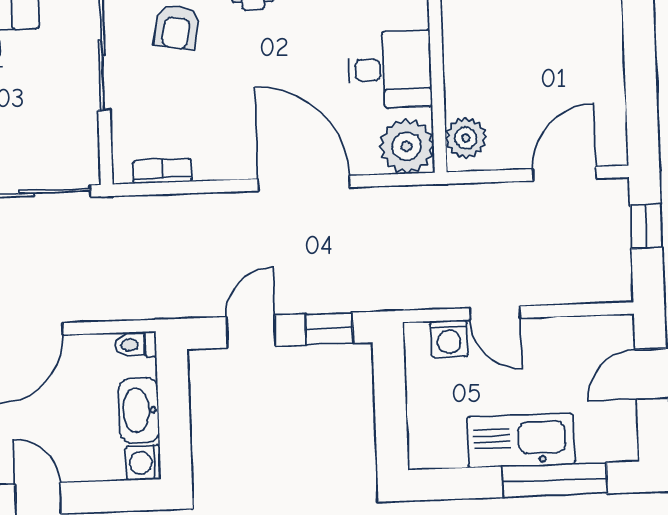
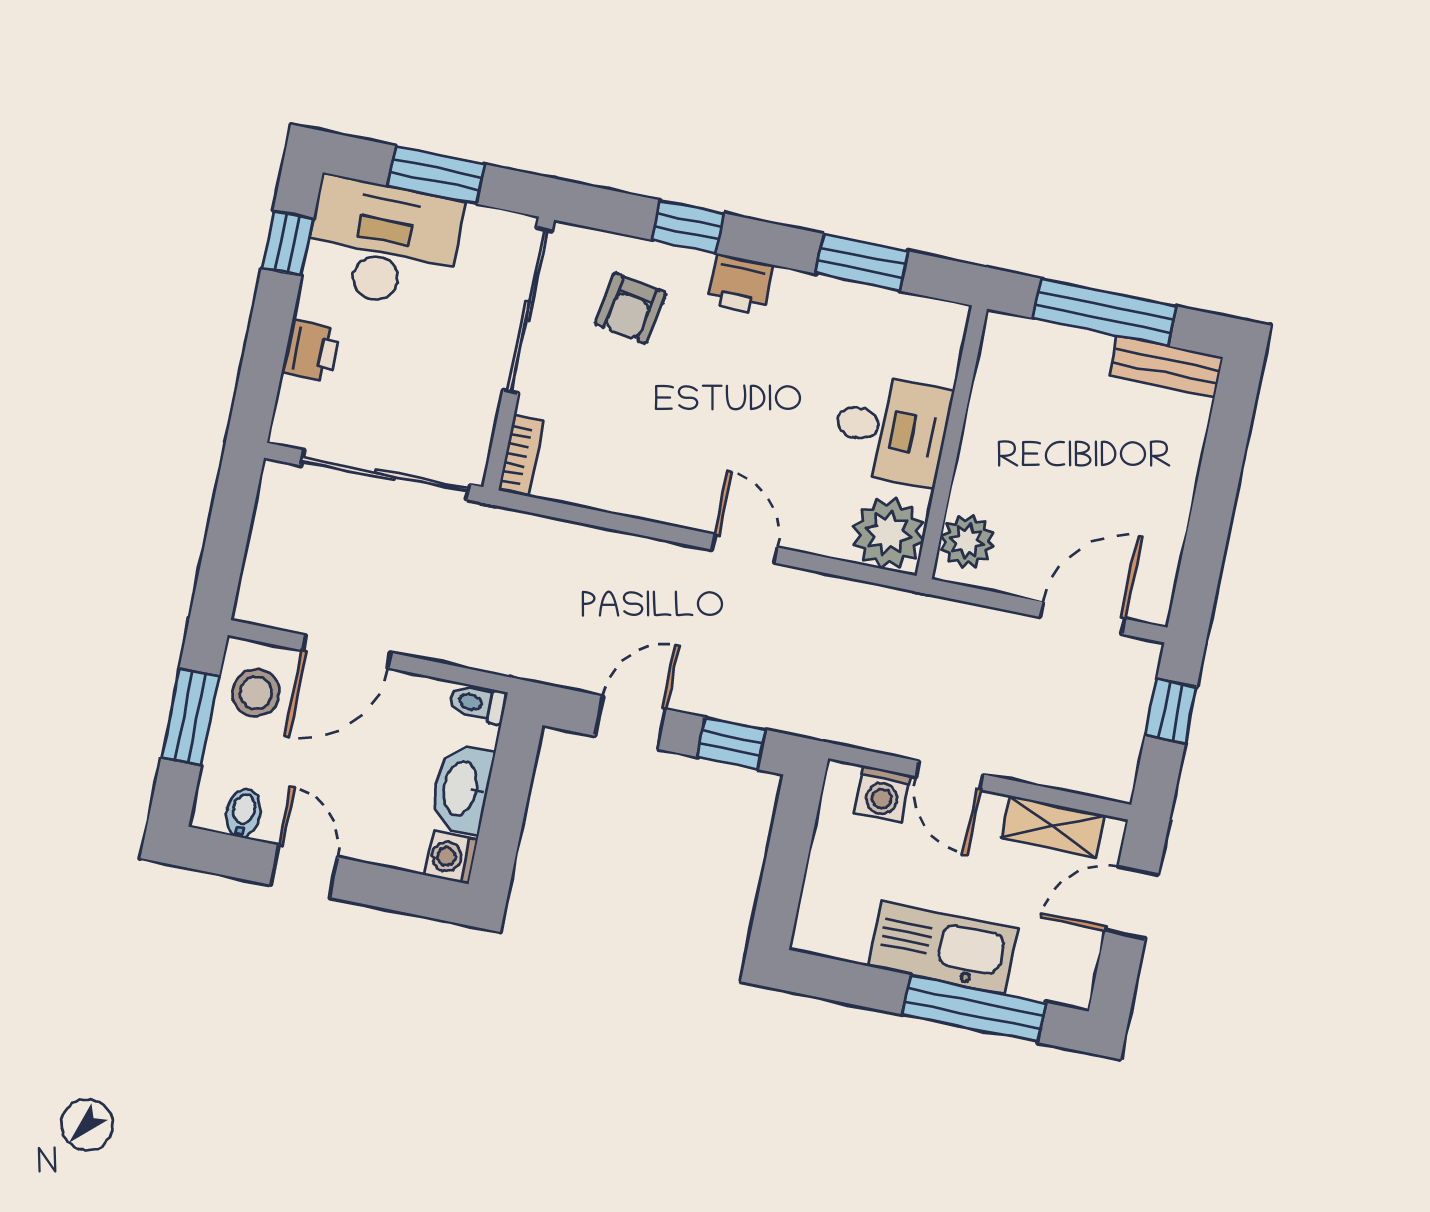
bookcase: (162, 171) -> (521, 456), moved, turned 90
door: (304, 183) -> (745, 549), width x0.53
shelving: (579, 332) -> (1052, 826), added

